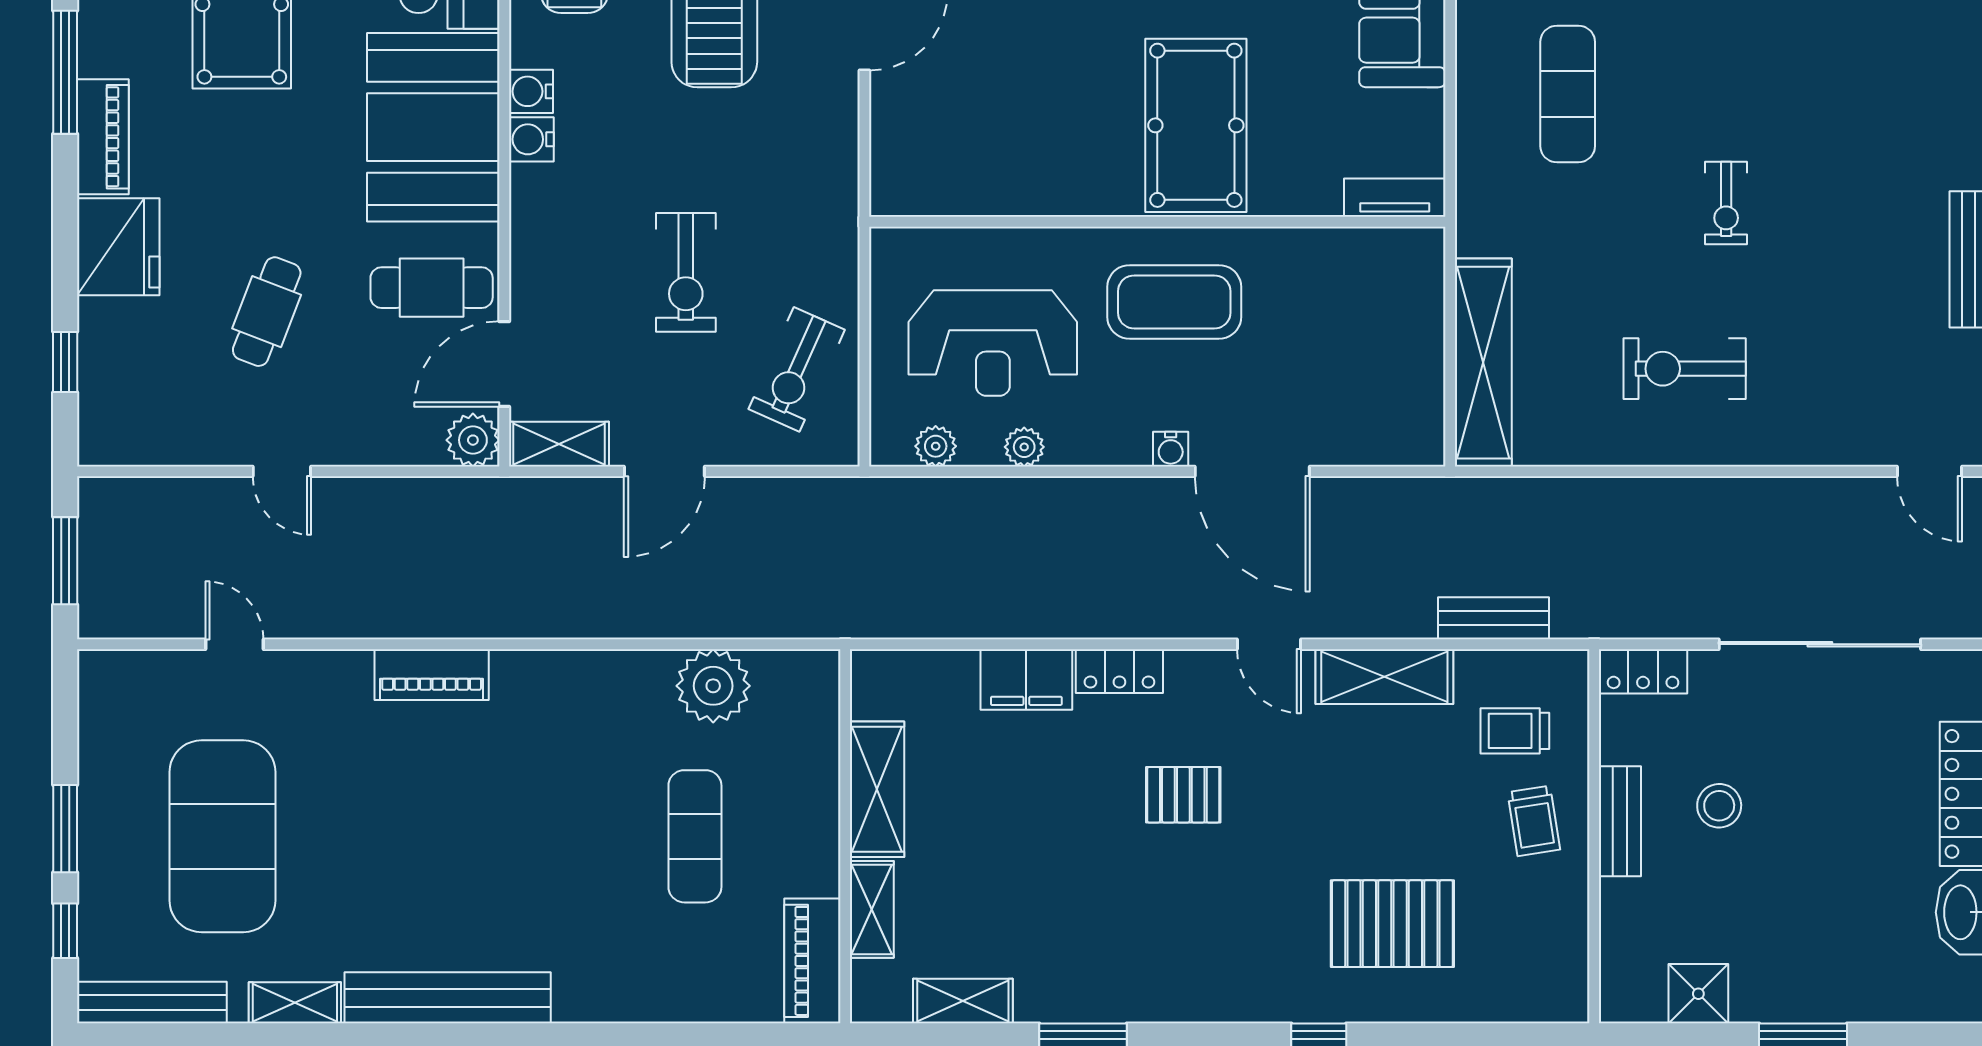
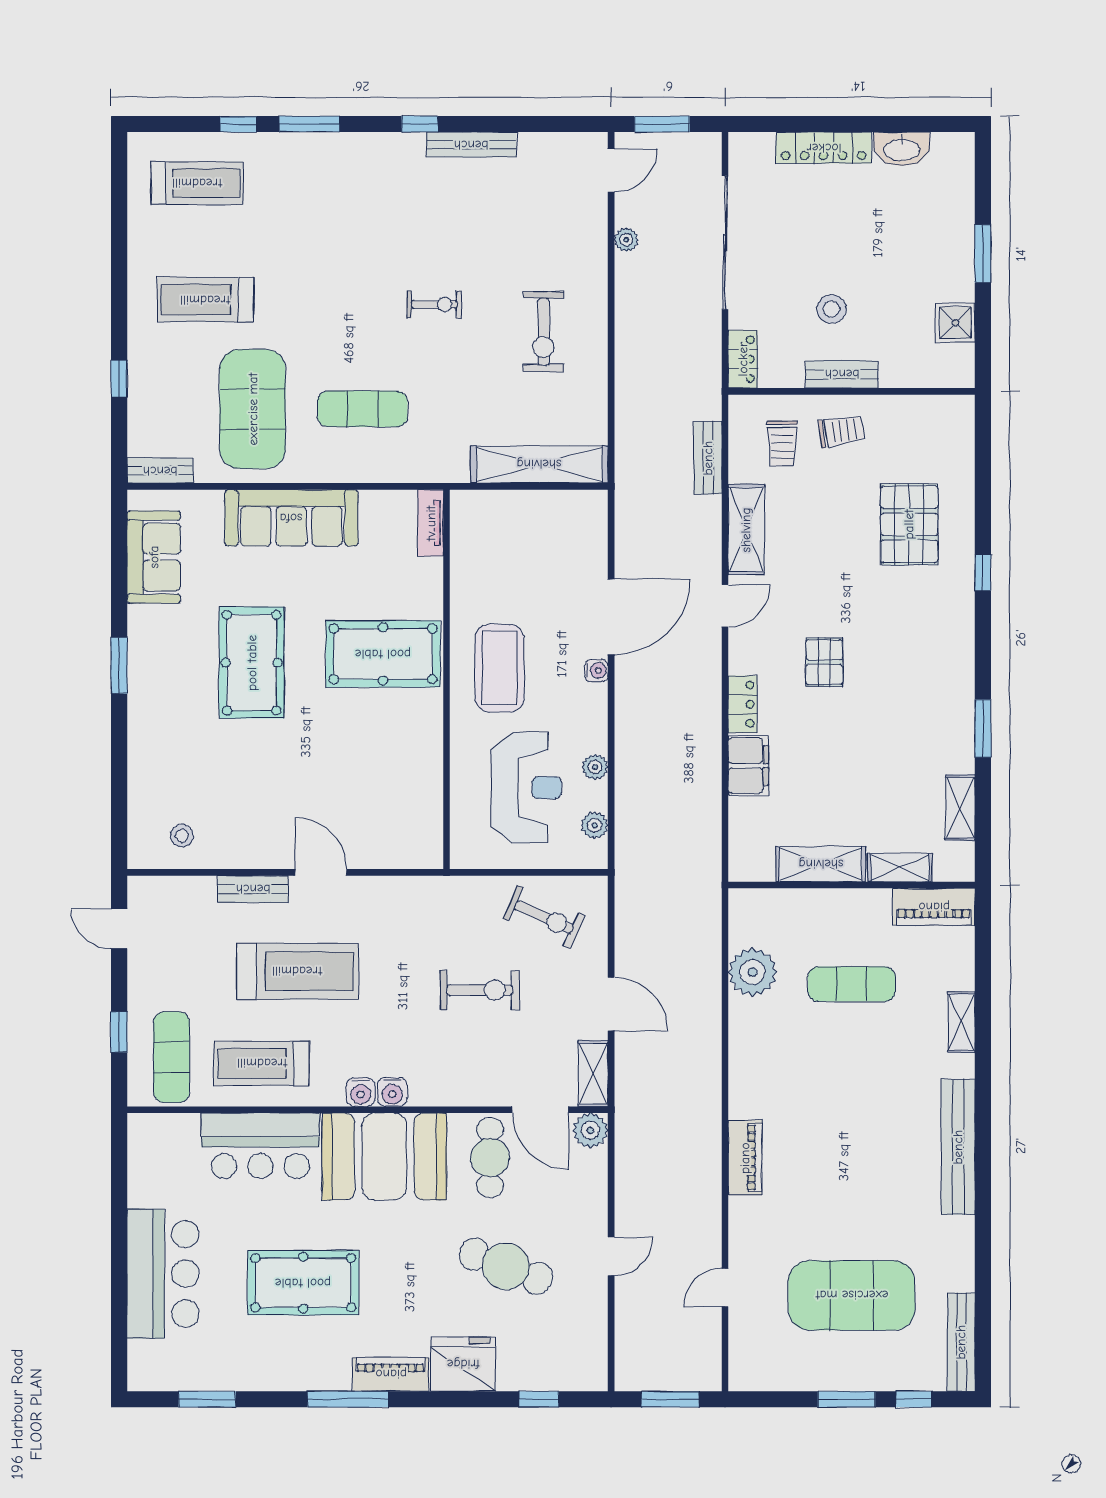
cafe table: (267, 312) -> (506, 1266), width x1.37, depth x1.35
plant: (1824, 494) -> (626, 240), added
shelving: (295, 1003) -> (961, 1022), moved

